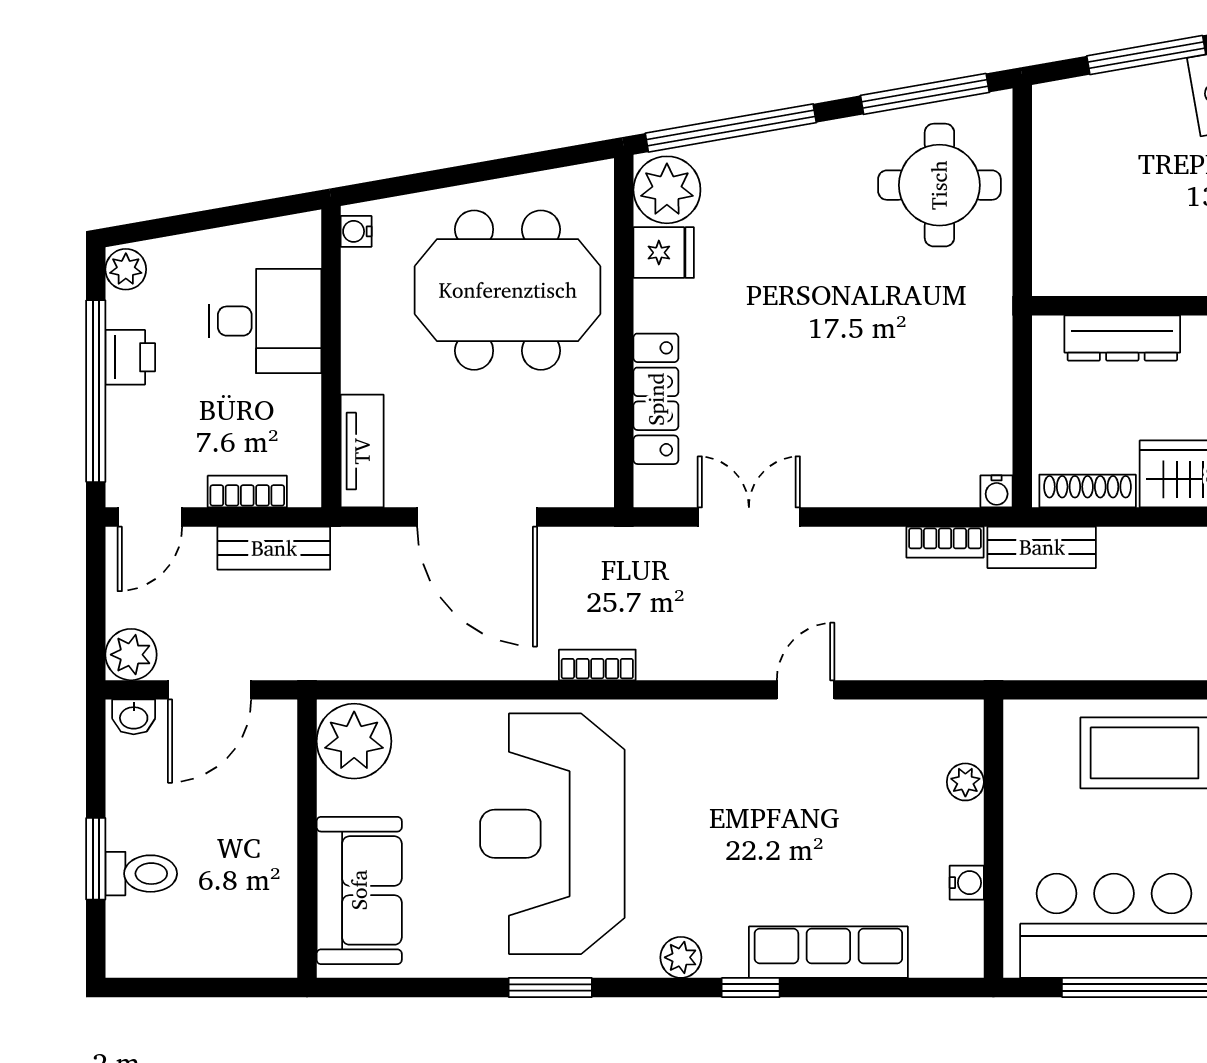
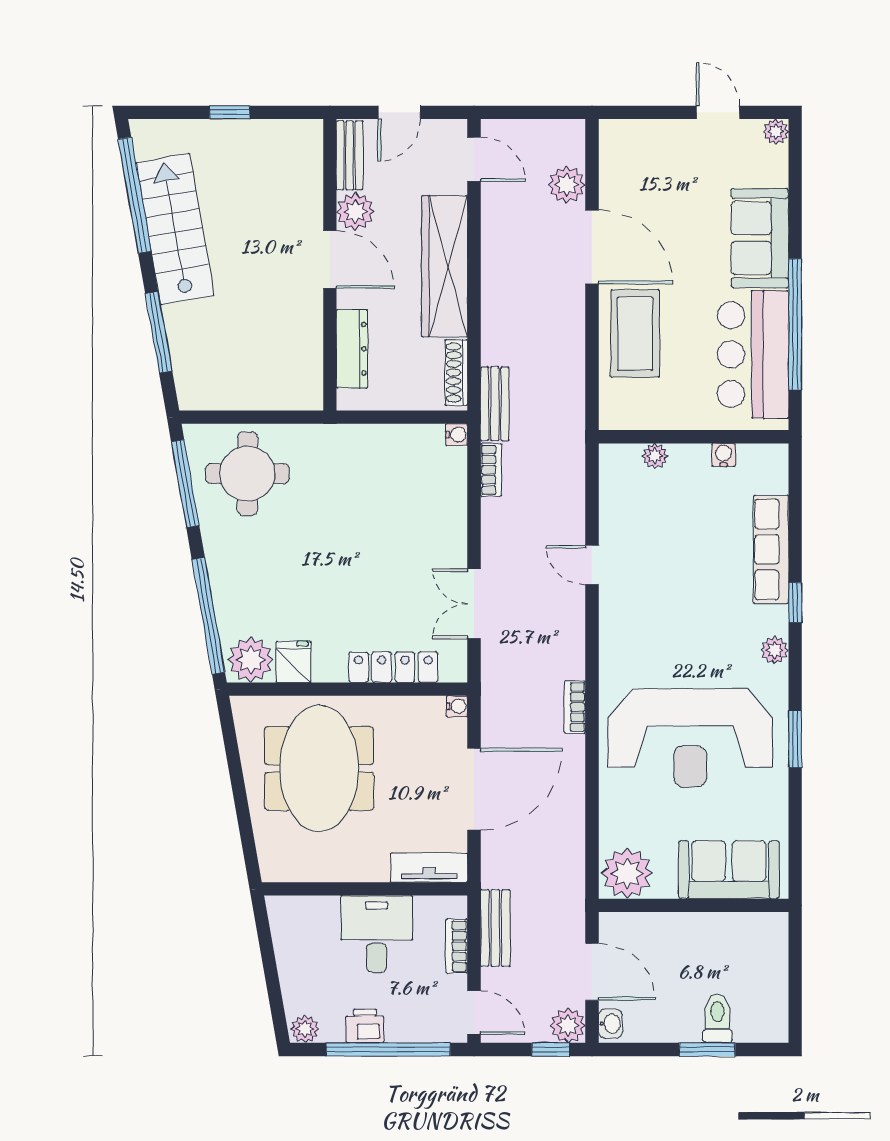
water cooler: (356, 231) -> (457, 706), moved, turned -90
desk: (265, 321) -> (377, 934), moved
window: (96, 630) -> (551, 1049), added

